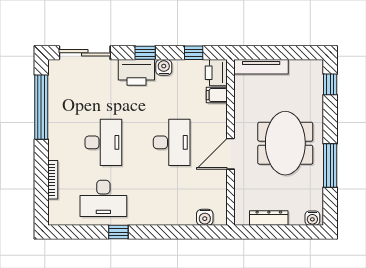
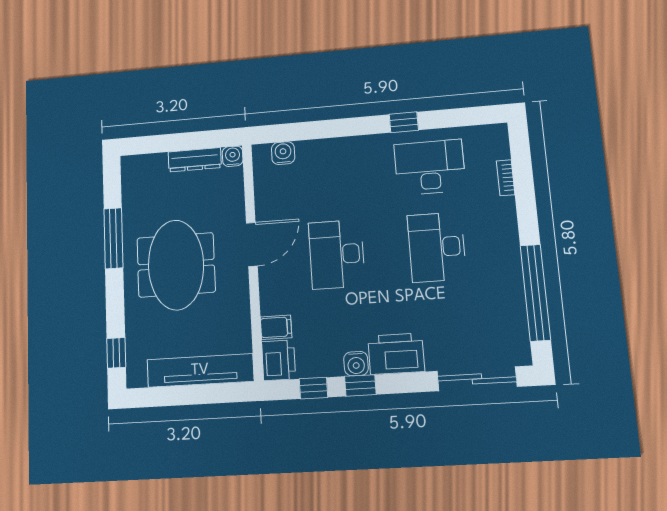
window: (145, 53) -> (360, 385), moved
tv unit: (261, 67) -> (200, 370), width x1.36, depth x1.29
bookcase: (53, 180) -> (506, 178), width x0.64
water cooler: (312, 218) -> (233, 156), moved

